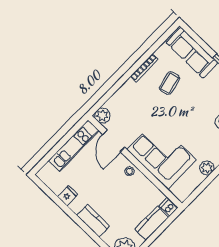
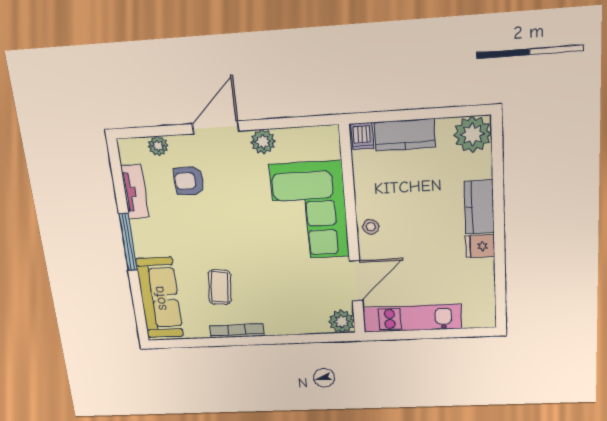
coffee table: (170, 83) -> (220, 287), turned -71
fridge: (68, 196) -> (480, 246), moved

